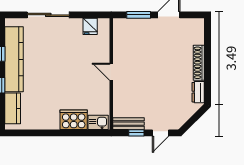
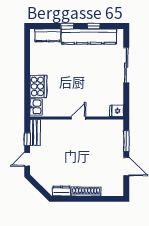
fridge: (90, 26) -> (117, 111), moved
door: (161, 133) -> (27, 159), hinge flipped

